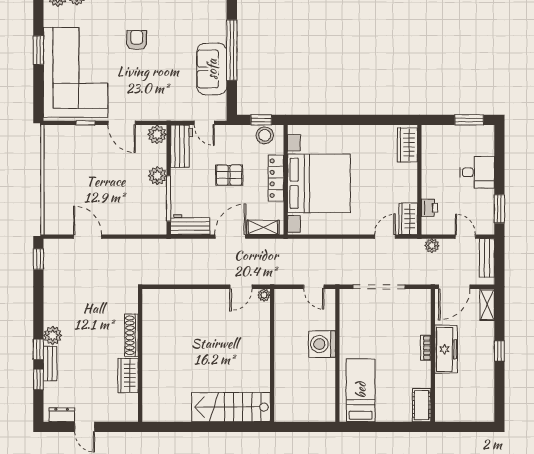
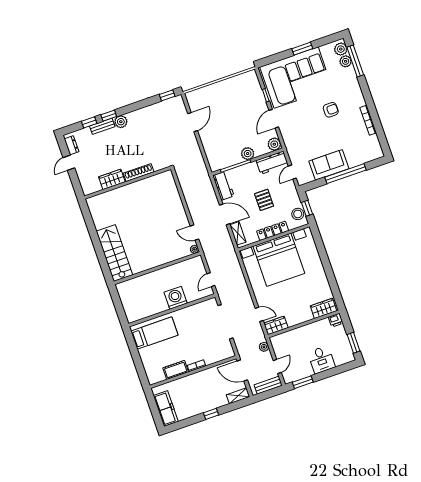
printer: (429, 208) -> (336, 320), moved
freezer: (446, 349) -> (166, 409), moved, turned -90
cot: (422, 405) -> (176, 370), moved

